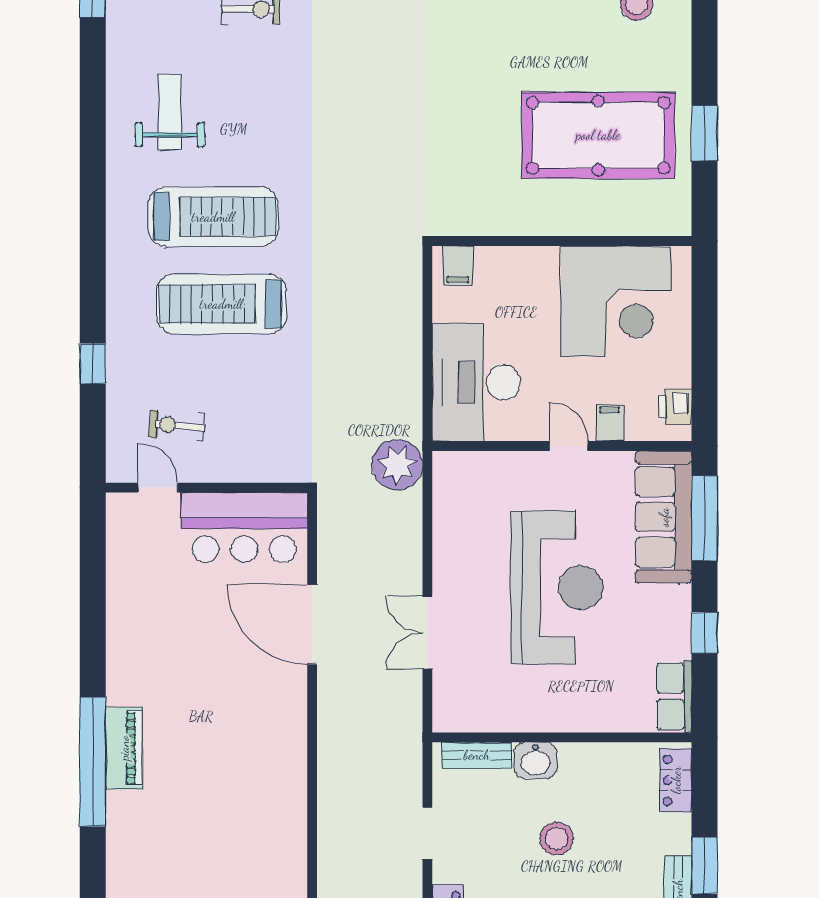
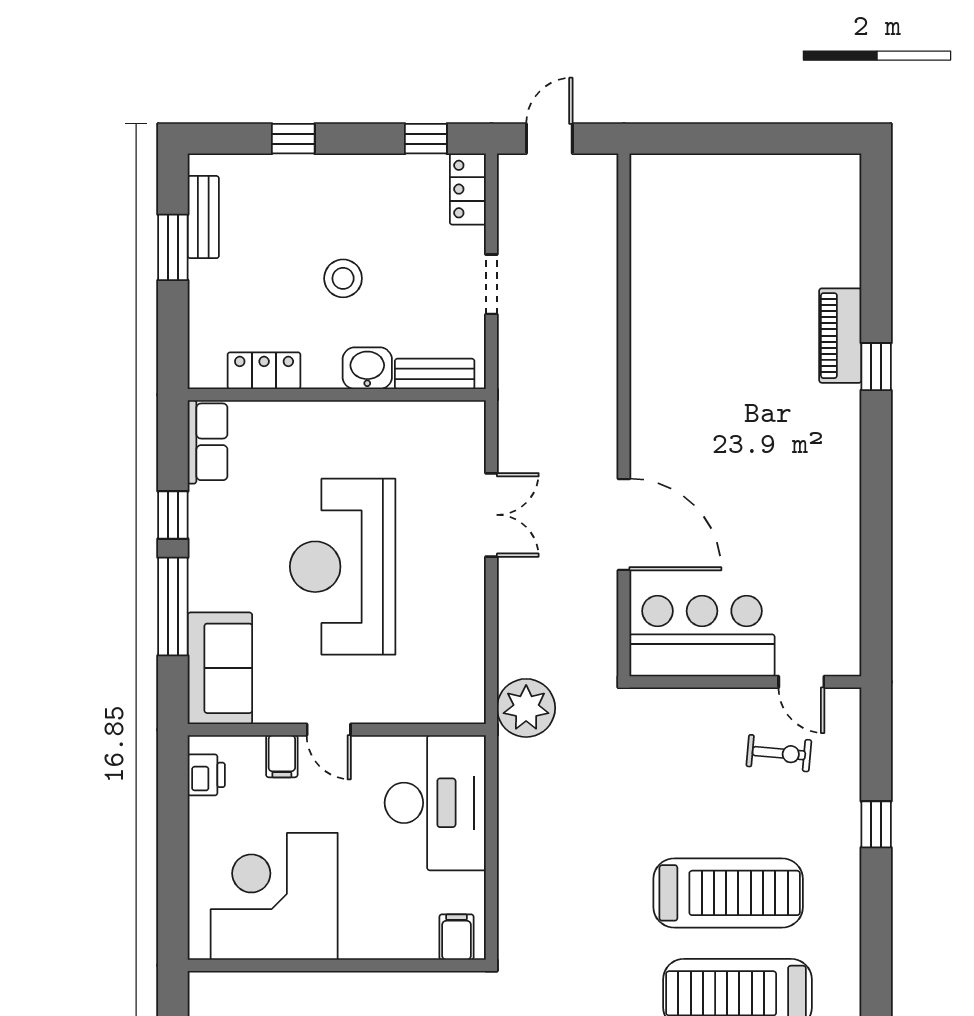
sofa: (664, 517) -> (220, 668), width x0.73
window: (704, 518) -> (173, 606), moved
piano: (124, 748) -> (840, 336), moved
window: (93, 762) -> (876, 367), width x0.32
locker: (676, 780) -> (264, 371), moved, turned -90

